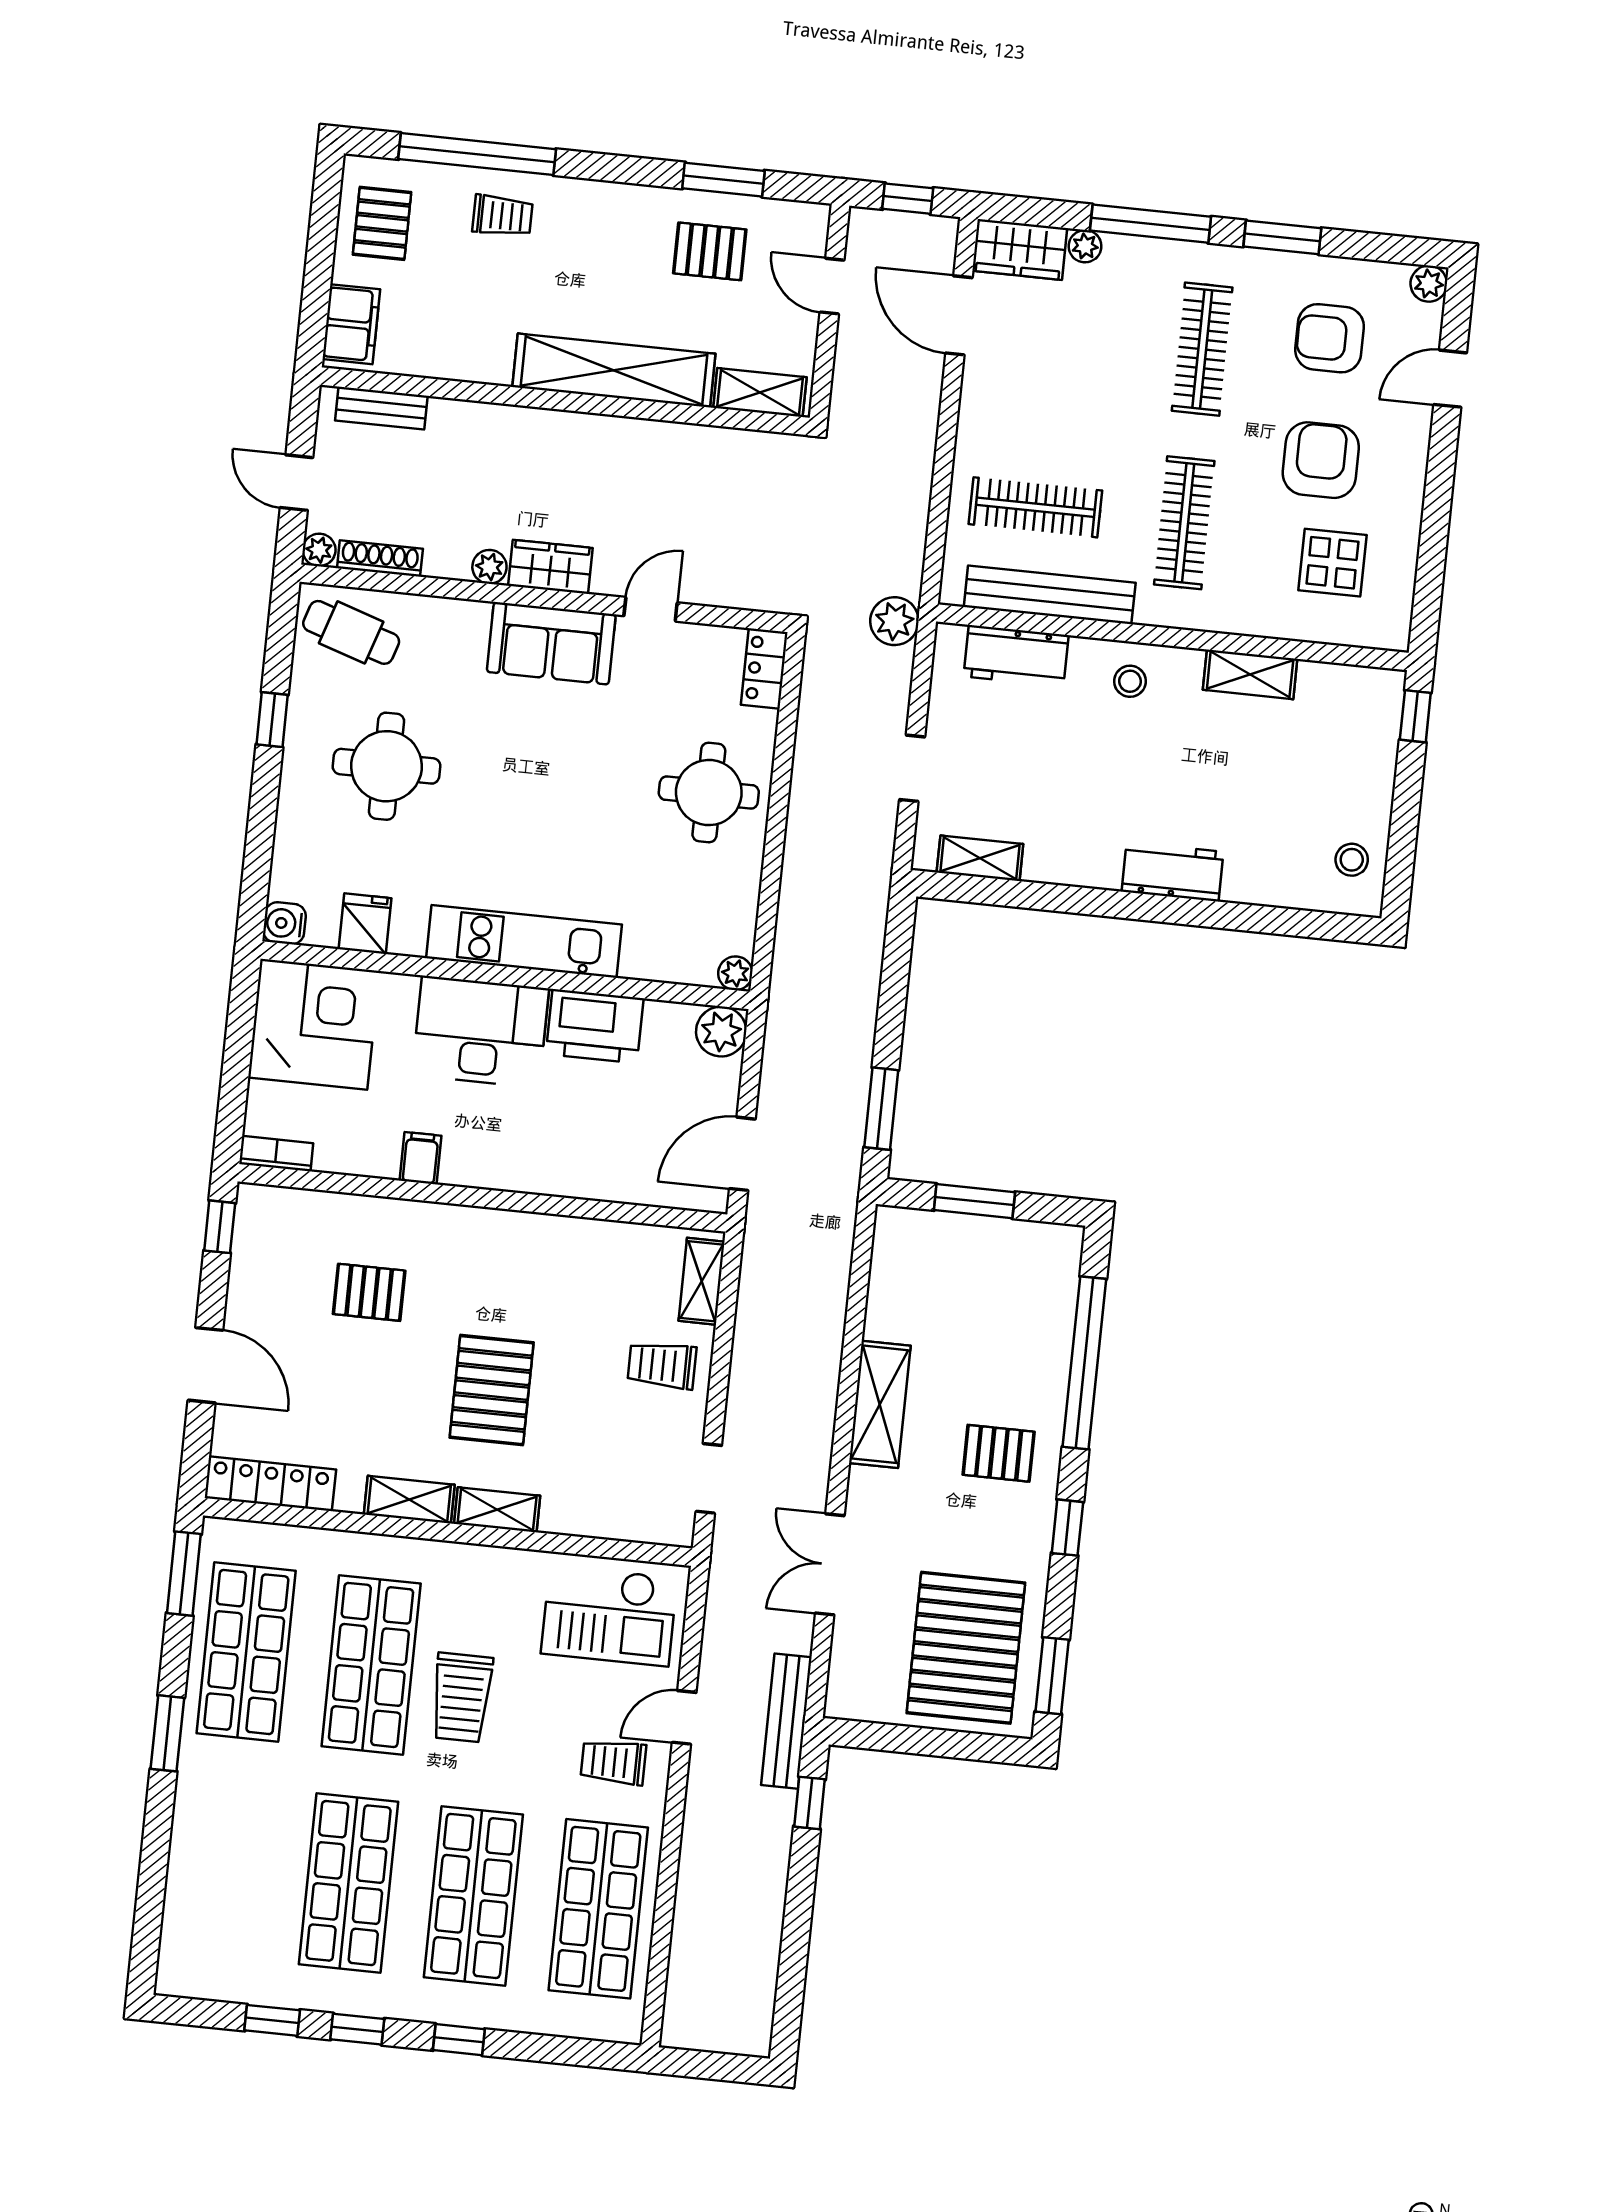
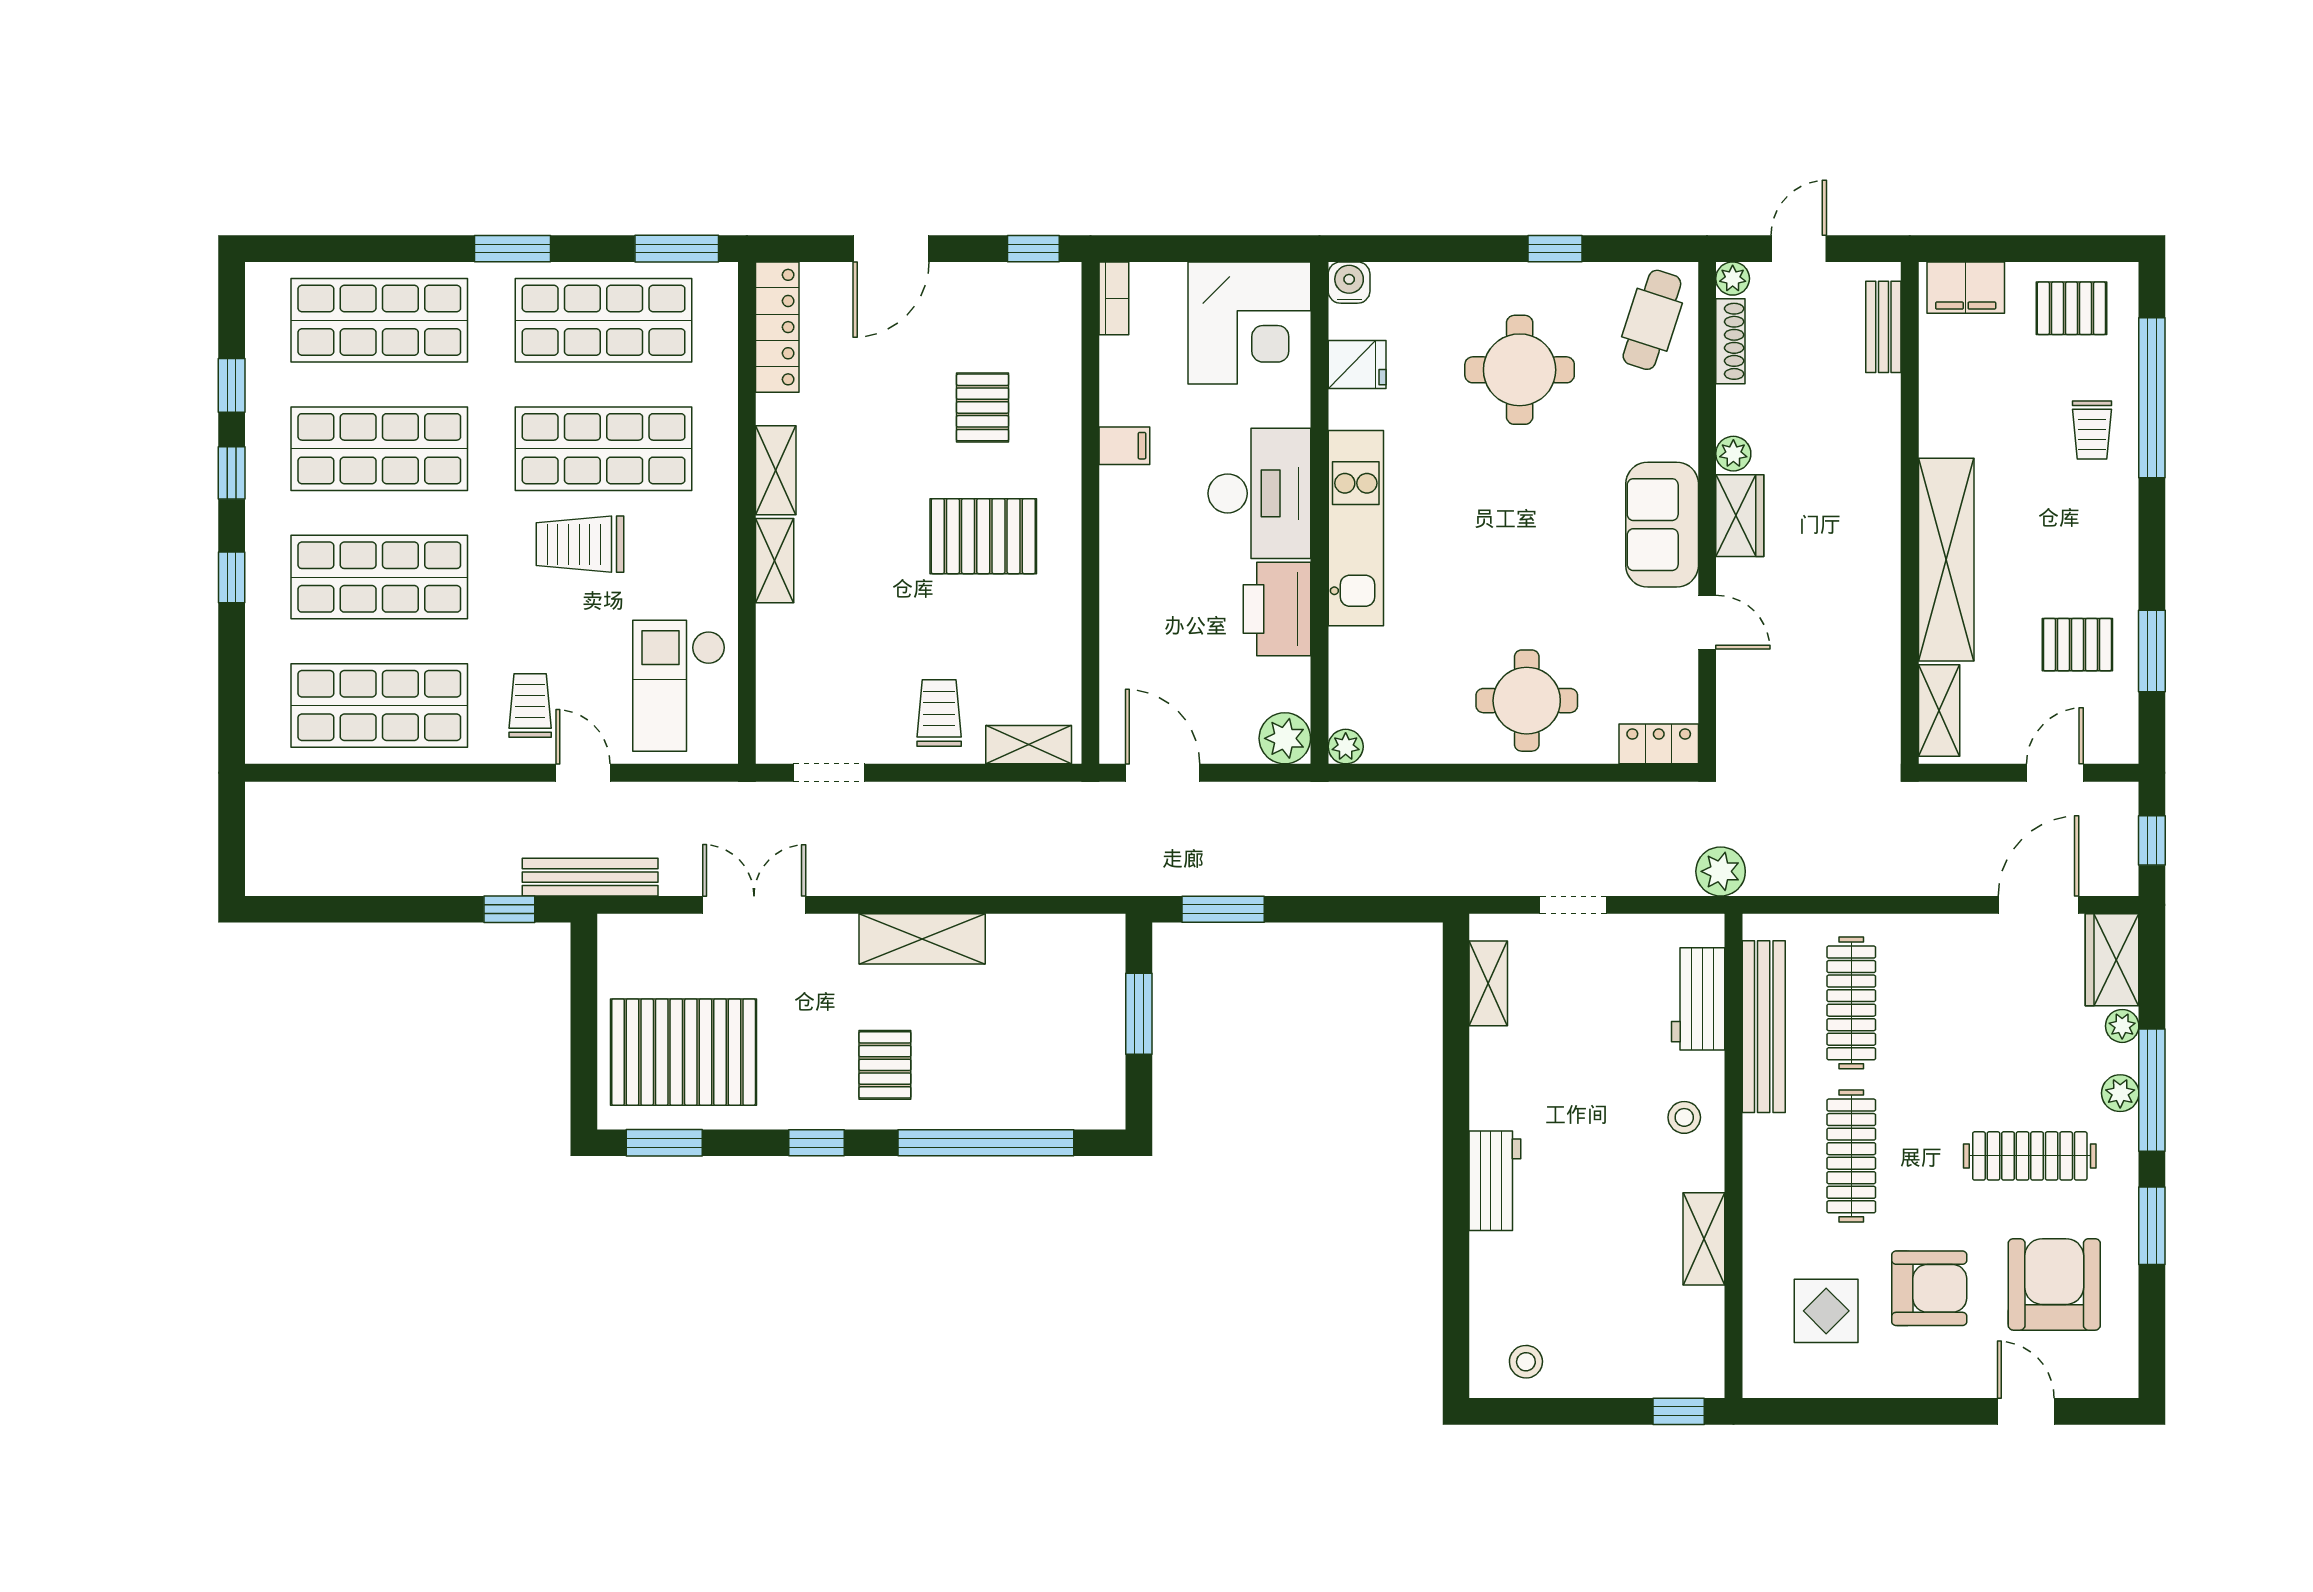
pallet: (710, 251) -> (2077, 645), turned 90
plant: (1429, 284) -> (2120, 1093), moved
armchair: (1330, 338) -> (2054, 1284), width x1.36, depth x1.36
clothes rail: (1184, 523) -> (1851, 1156), turned 90
pallet: (492, 1390) -> (983, 536), moved
shop shelf: (224, 1870) -> (379, 320), added

